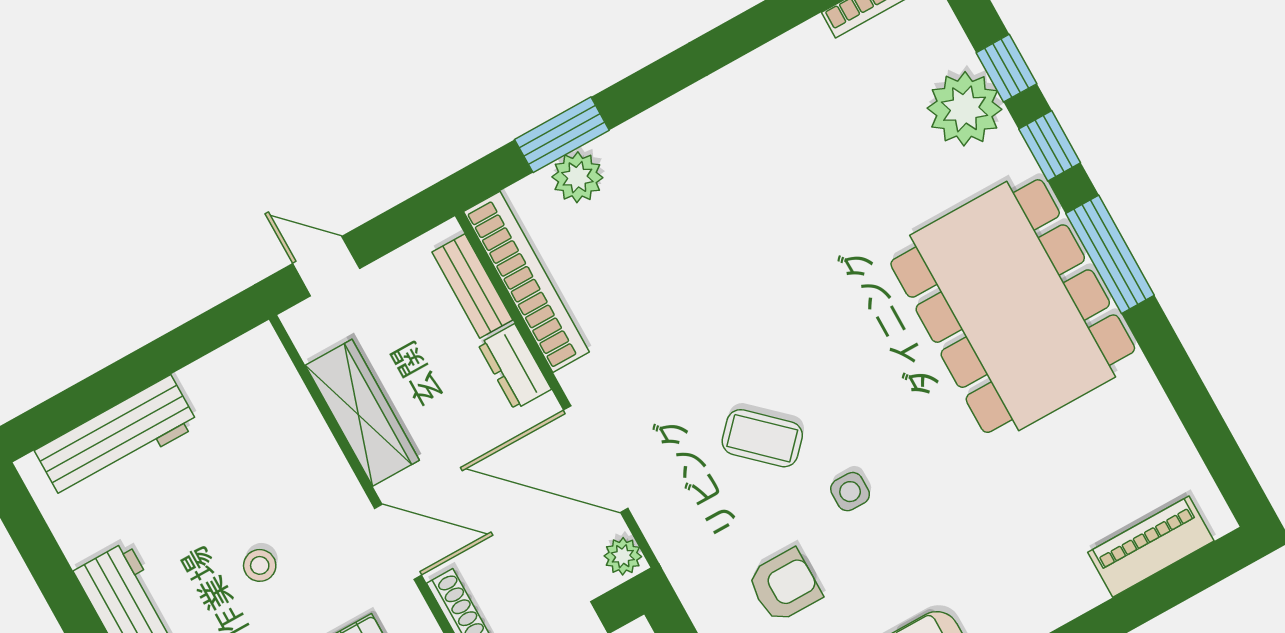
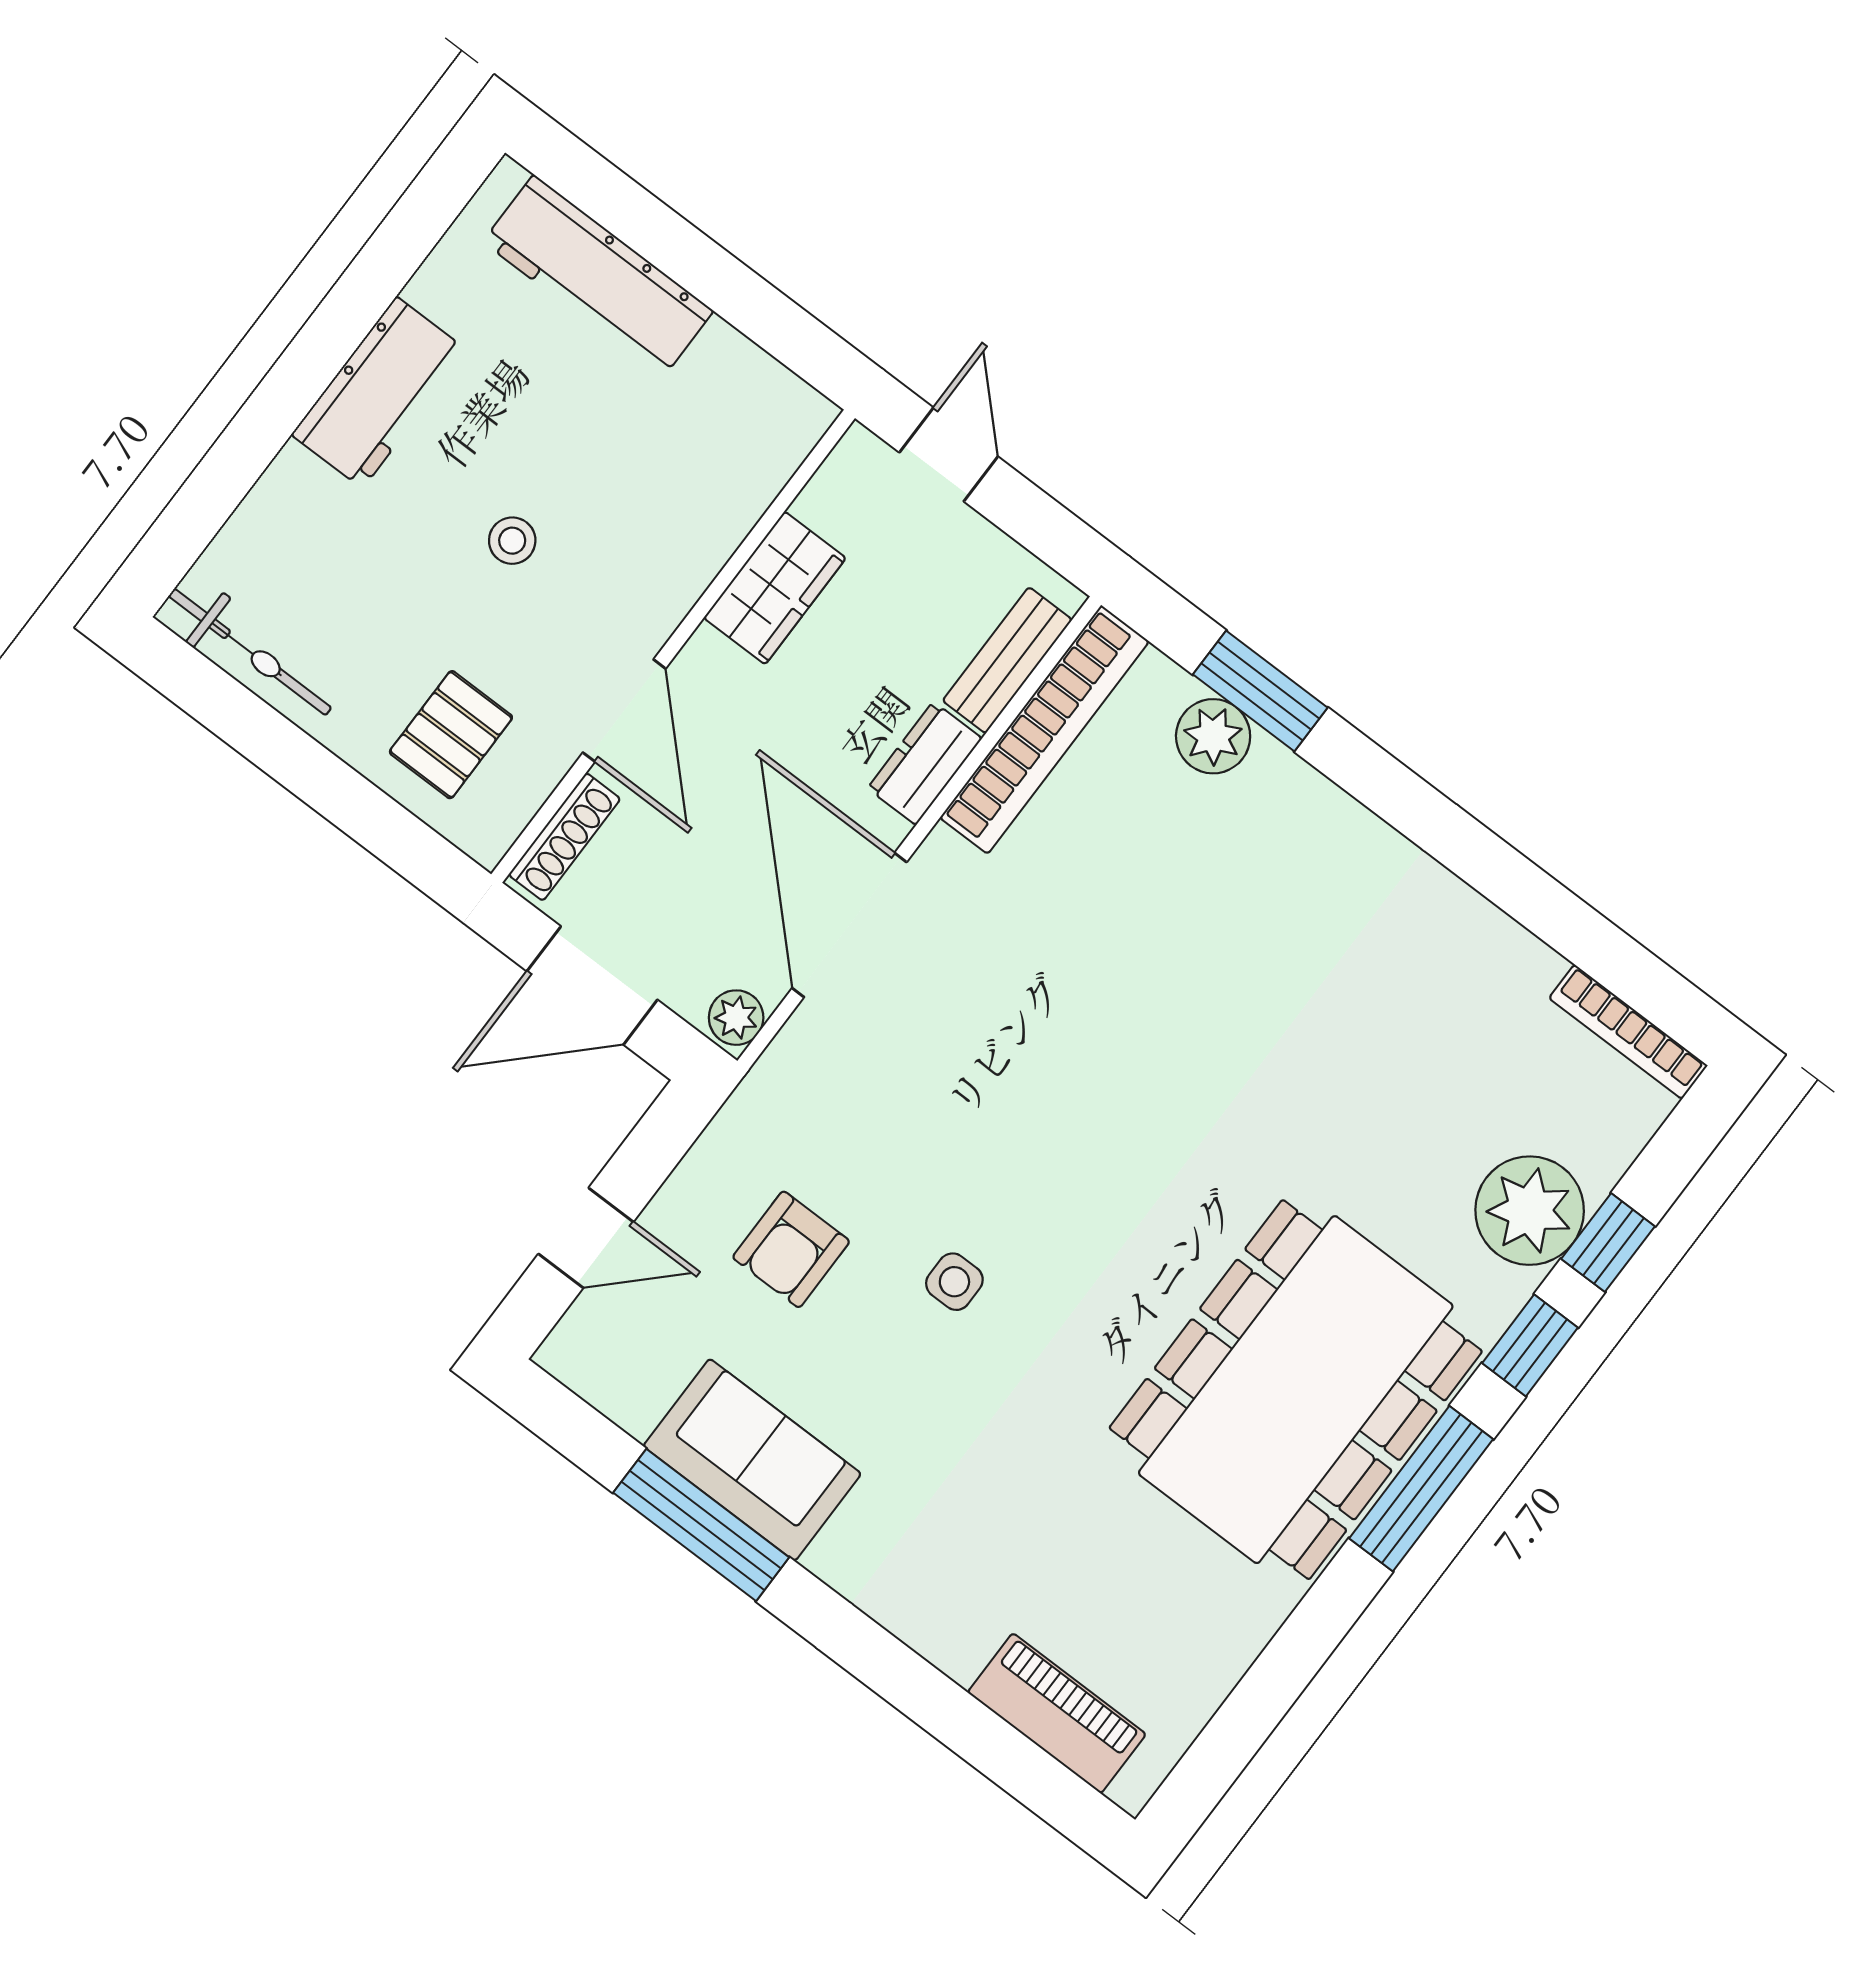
wardrobe: (362, 413) -> (775, 588), width x0.67
coffee table: (762, 438) -> (974, 1134), removed
armchair: (784, 586) -> (791, 1249), turned 90

